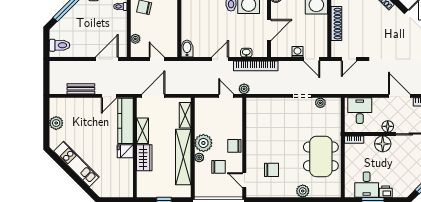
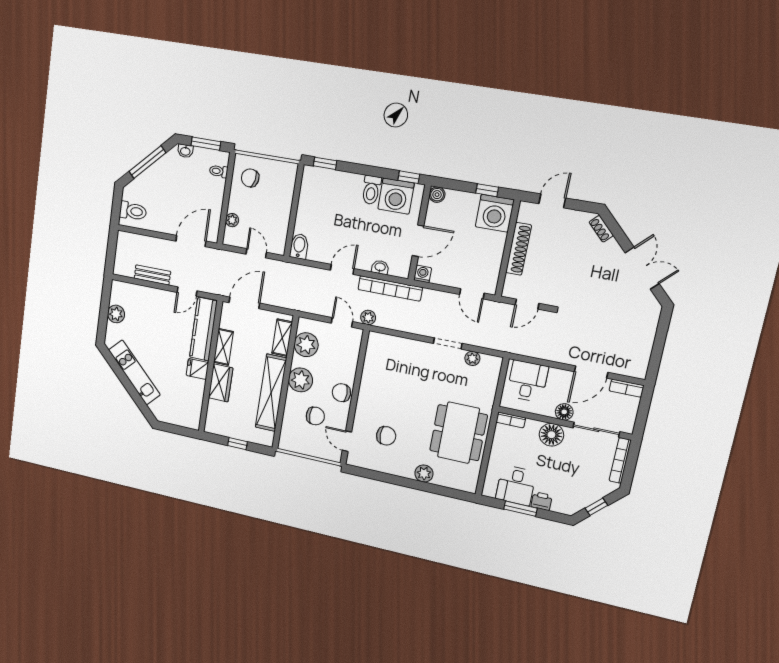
washing machine: (297, 52) -> (423, 274), moved
door: (399, 96) -> (591, 372), swing flipped
plant: (199, 157) -> (306, 345), moved, width x1.87, depth x1.87

